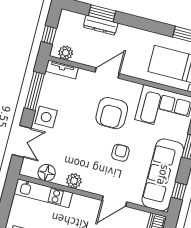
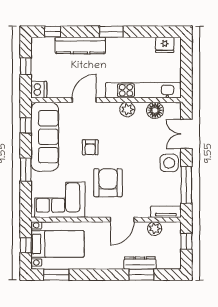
plant: (66, 53) -> (155, 229), moved
kitchen unit: (43, 193) -> (143, 90), width x1.36

